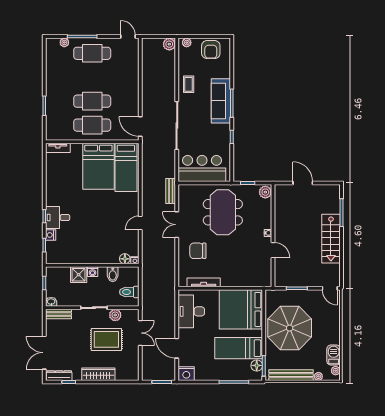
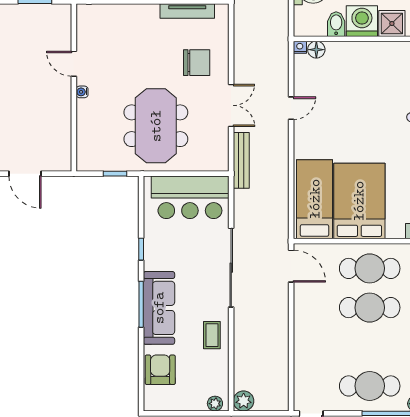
armchair: (211, 50) -> (160, 370), moved
bench: (171, 191) -> (241, 160), width x1.36
plant: (265, 192) -> (86, 159), removed
washing machine: (93, 272) -> (362, 21), width x1.89, depth x1.89

